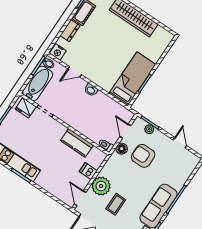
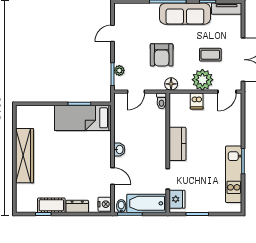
kitchen counter: (77, 143) -> (177, 144), moved
floor lamp: (122, 149) -> (171, 84), moved
armchair: (143, 156) -> (162, 55), moved

